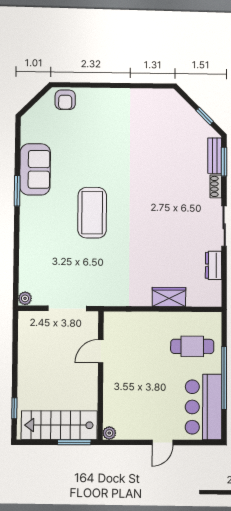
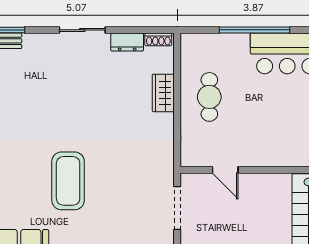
shoe rack: (216, 186) -> (158, 39), moved
coffee table: (92, 213) -> (68, 181), turned 90
cafe table: (192, 346) -> (209, 97), moved

